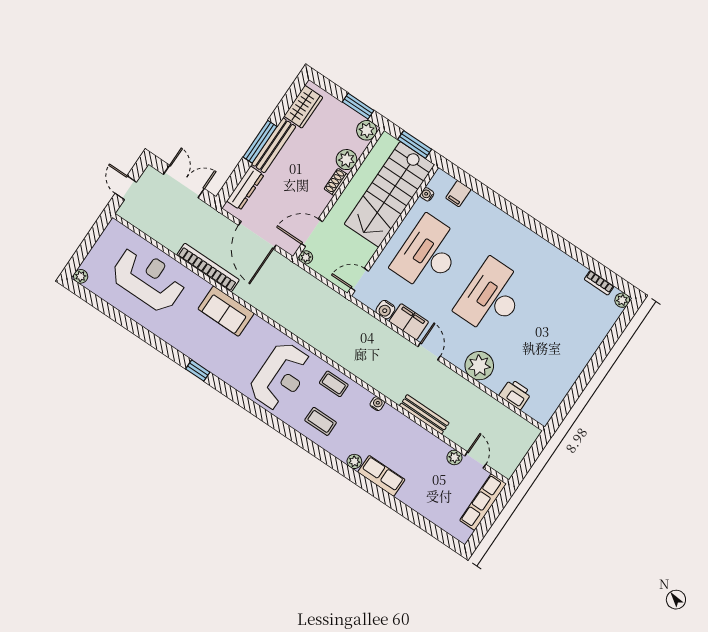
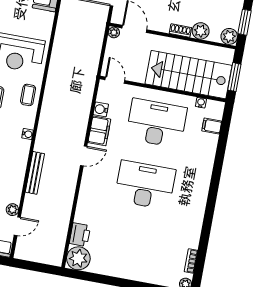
plant: (479, 366) -> (78, 258), moved

